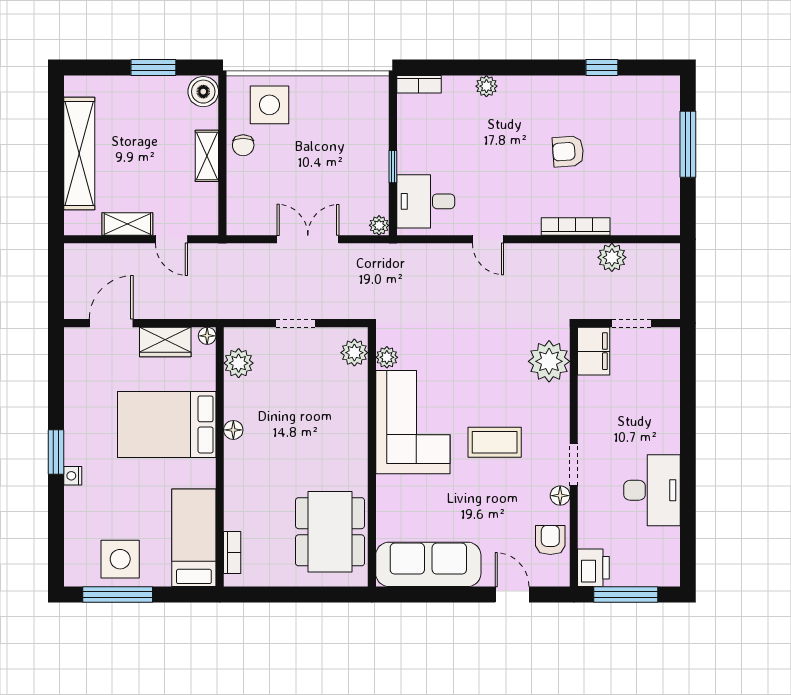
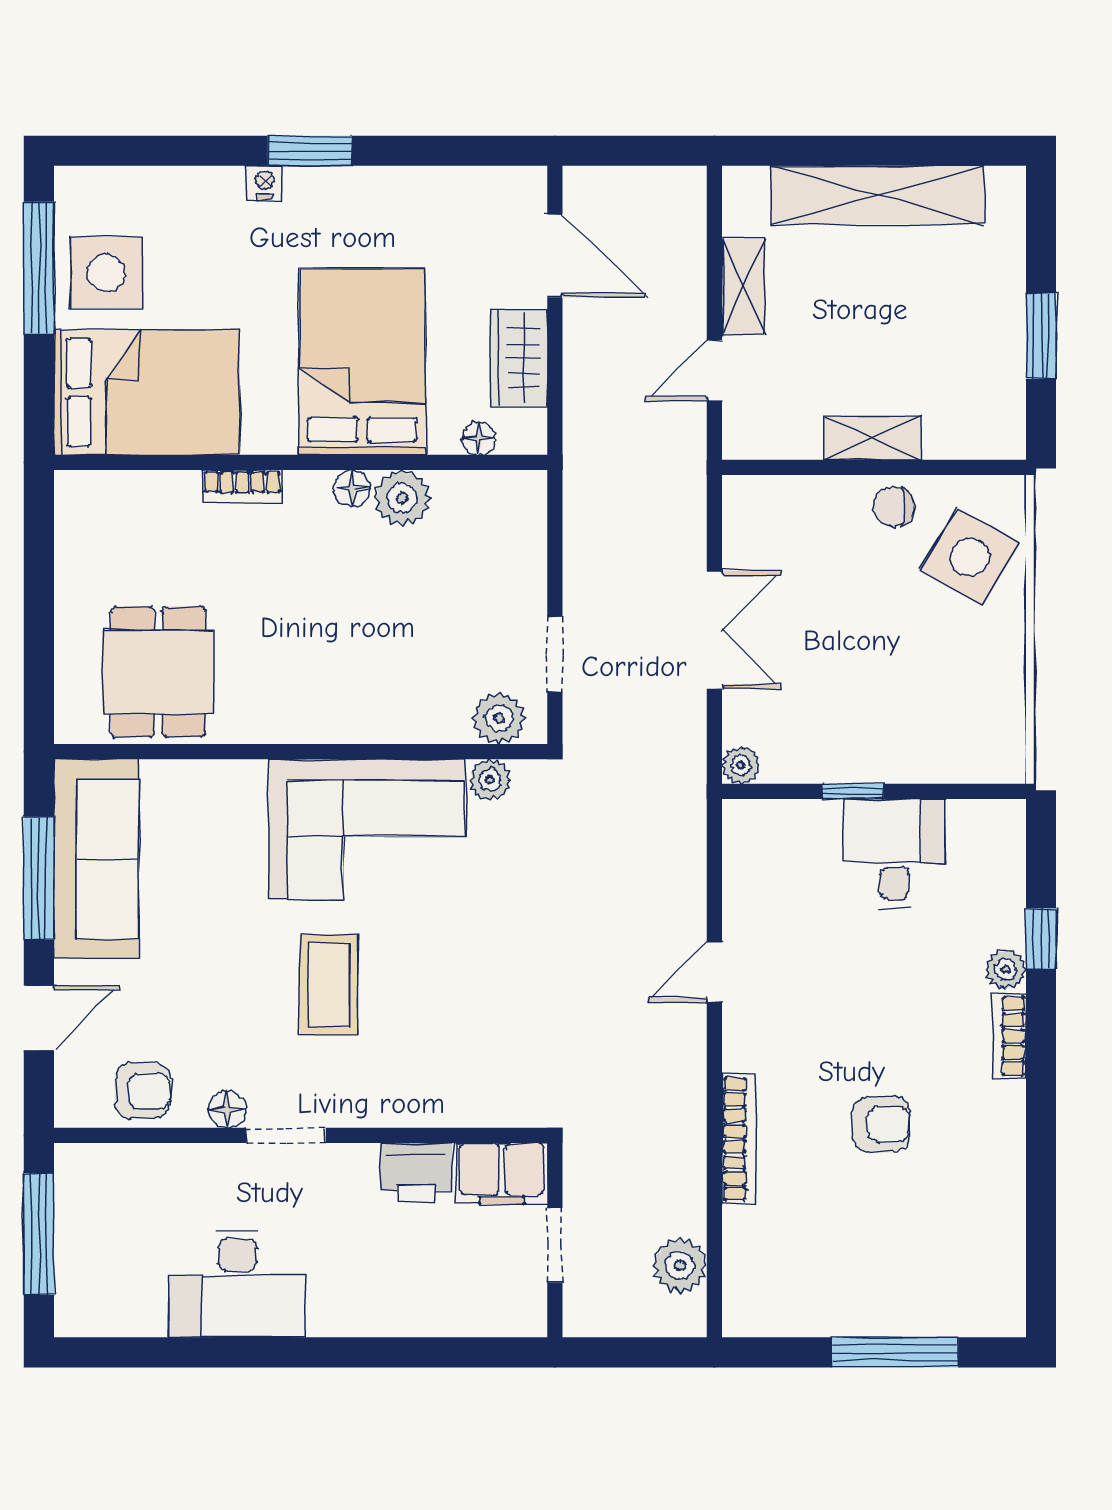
window: (602, 67) -> (1041, 939), moved
bookcase: (419, 84) -> (1009, 1036), moved
boiler: (203, 92) -> (995, 431), removed
side table: (269, 105) -> (970, 557), turned 31
armchair: (568, 151) -> (881, 1124), turned 94
desk: (426, 201) -> (894, 854), moved
plant: (612, 257) -> (680, 1265), moved
doorway: (296, 323) -> (555, 654), moved
floor lamp: (207, 336) -> (479, 438), moved
plant: (549, 361) -> (482, 1088), removed
plant: (239, 363) -> (402, 498), moved
dining table: (330, 532) -> (158, 672), width x0.73
bed: (194, 538) -> (147, 392), width x1.50
bookcase: (232, 553) -> (242, 486), moved
printer: (593, 568) -> (416, 1173), moved
window: (439, 595) -> (39, 878), added

